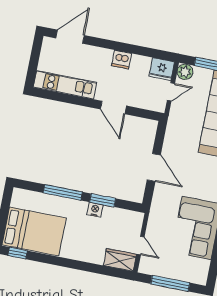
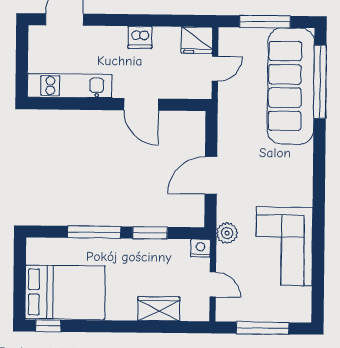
plant: (185, 72) -> (227, 233), moved
door: (154, 167) -> (211, 175), swing flipped
nightstand: (95, 210) -> (200, 248), moved
wardrobe: (120, 260) -> (159, 309), moved

